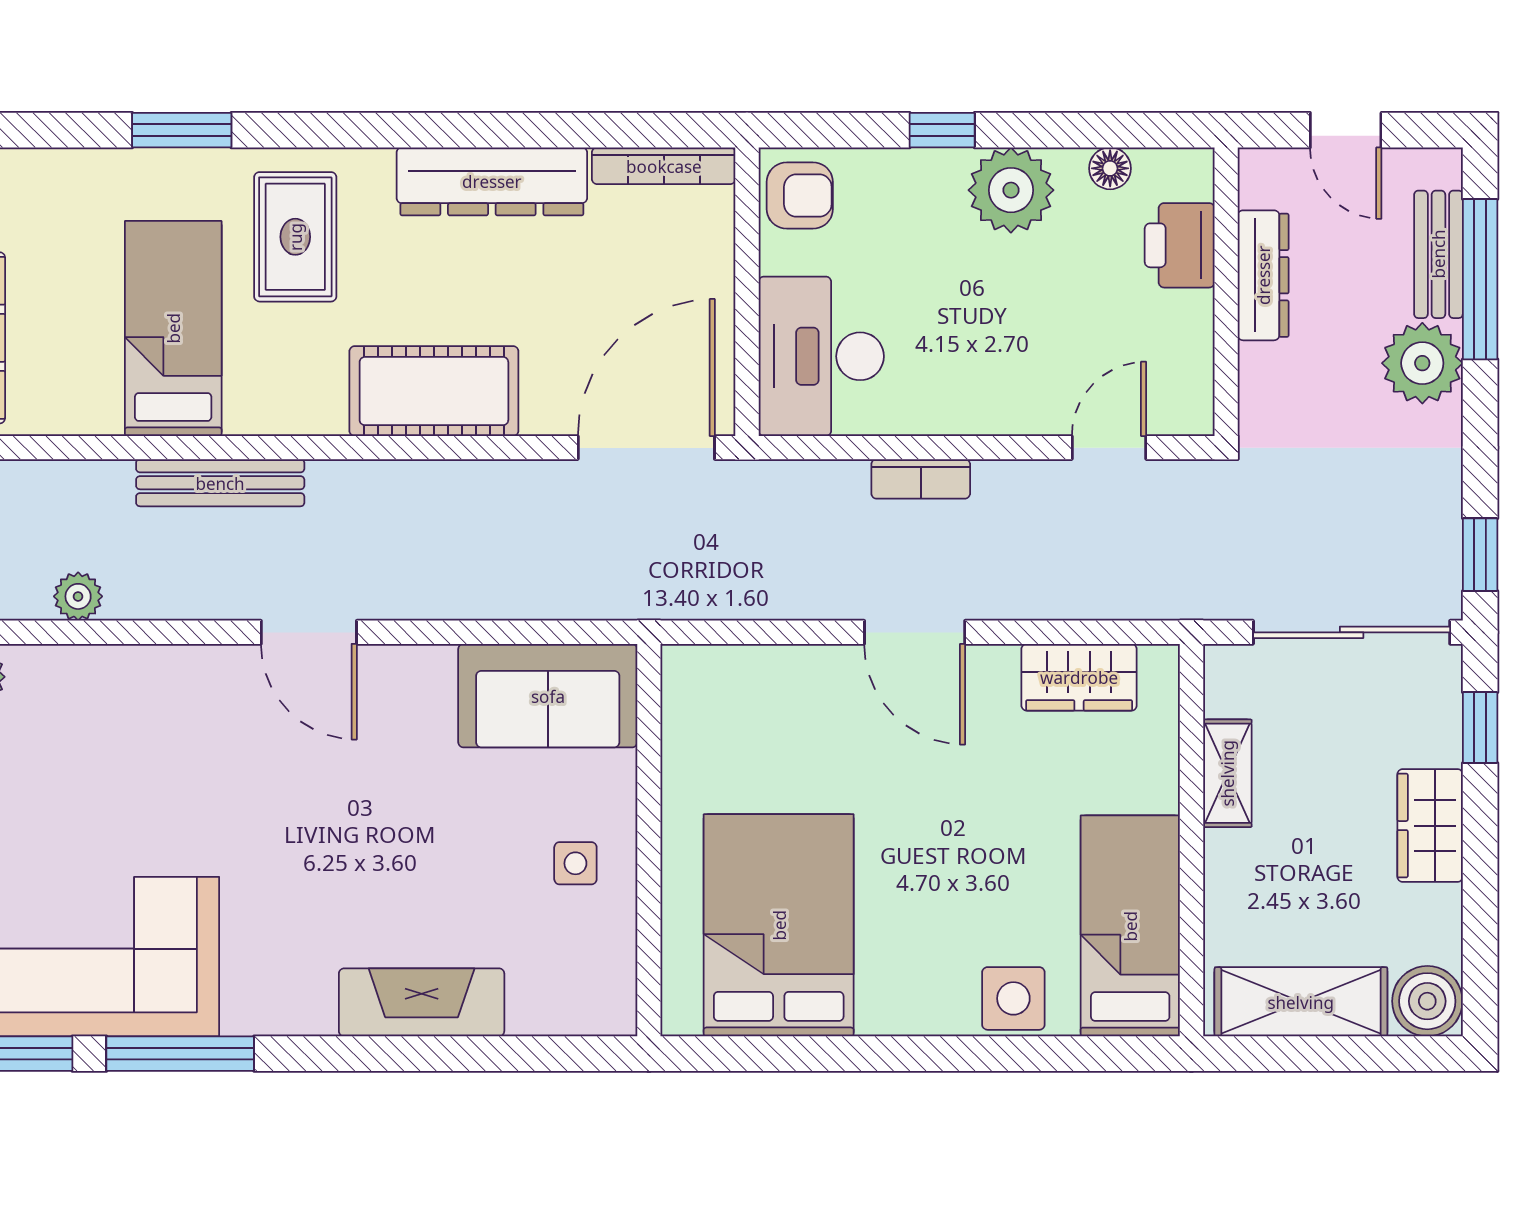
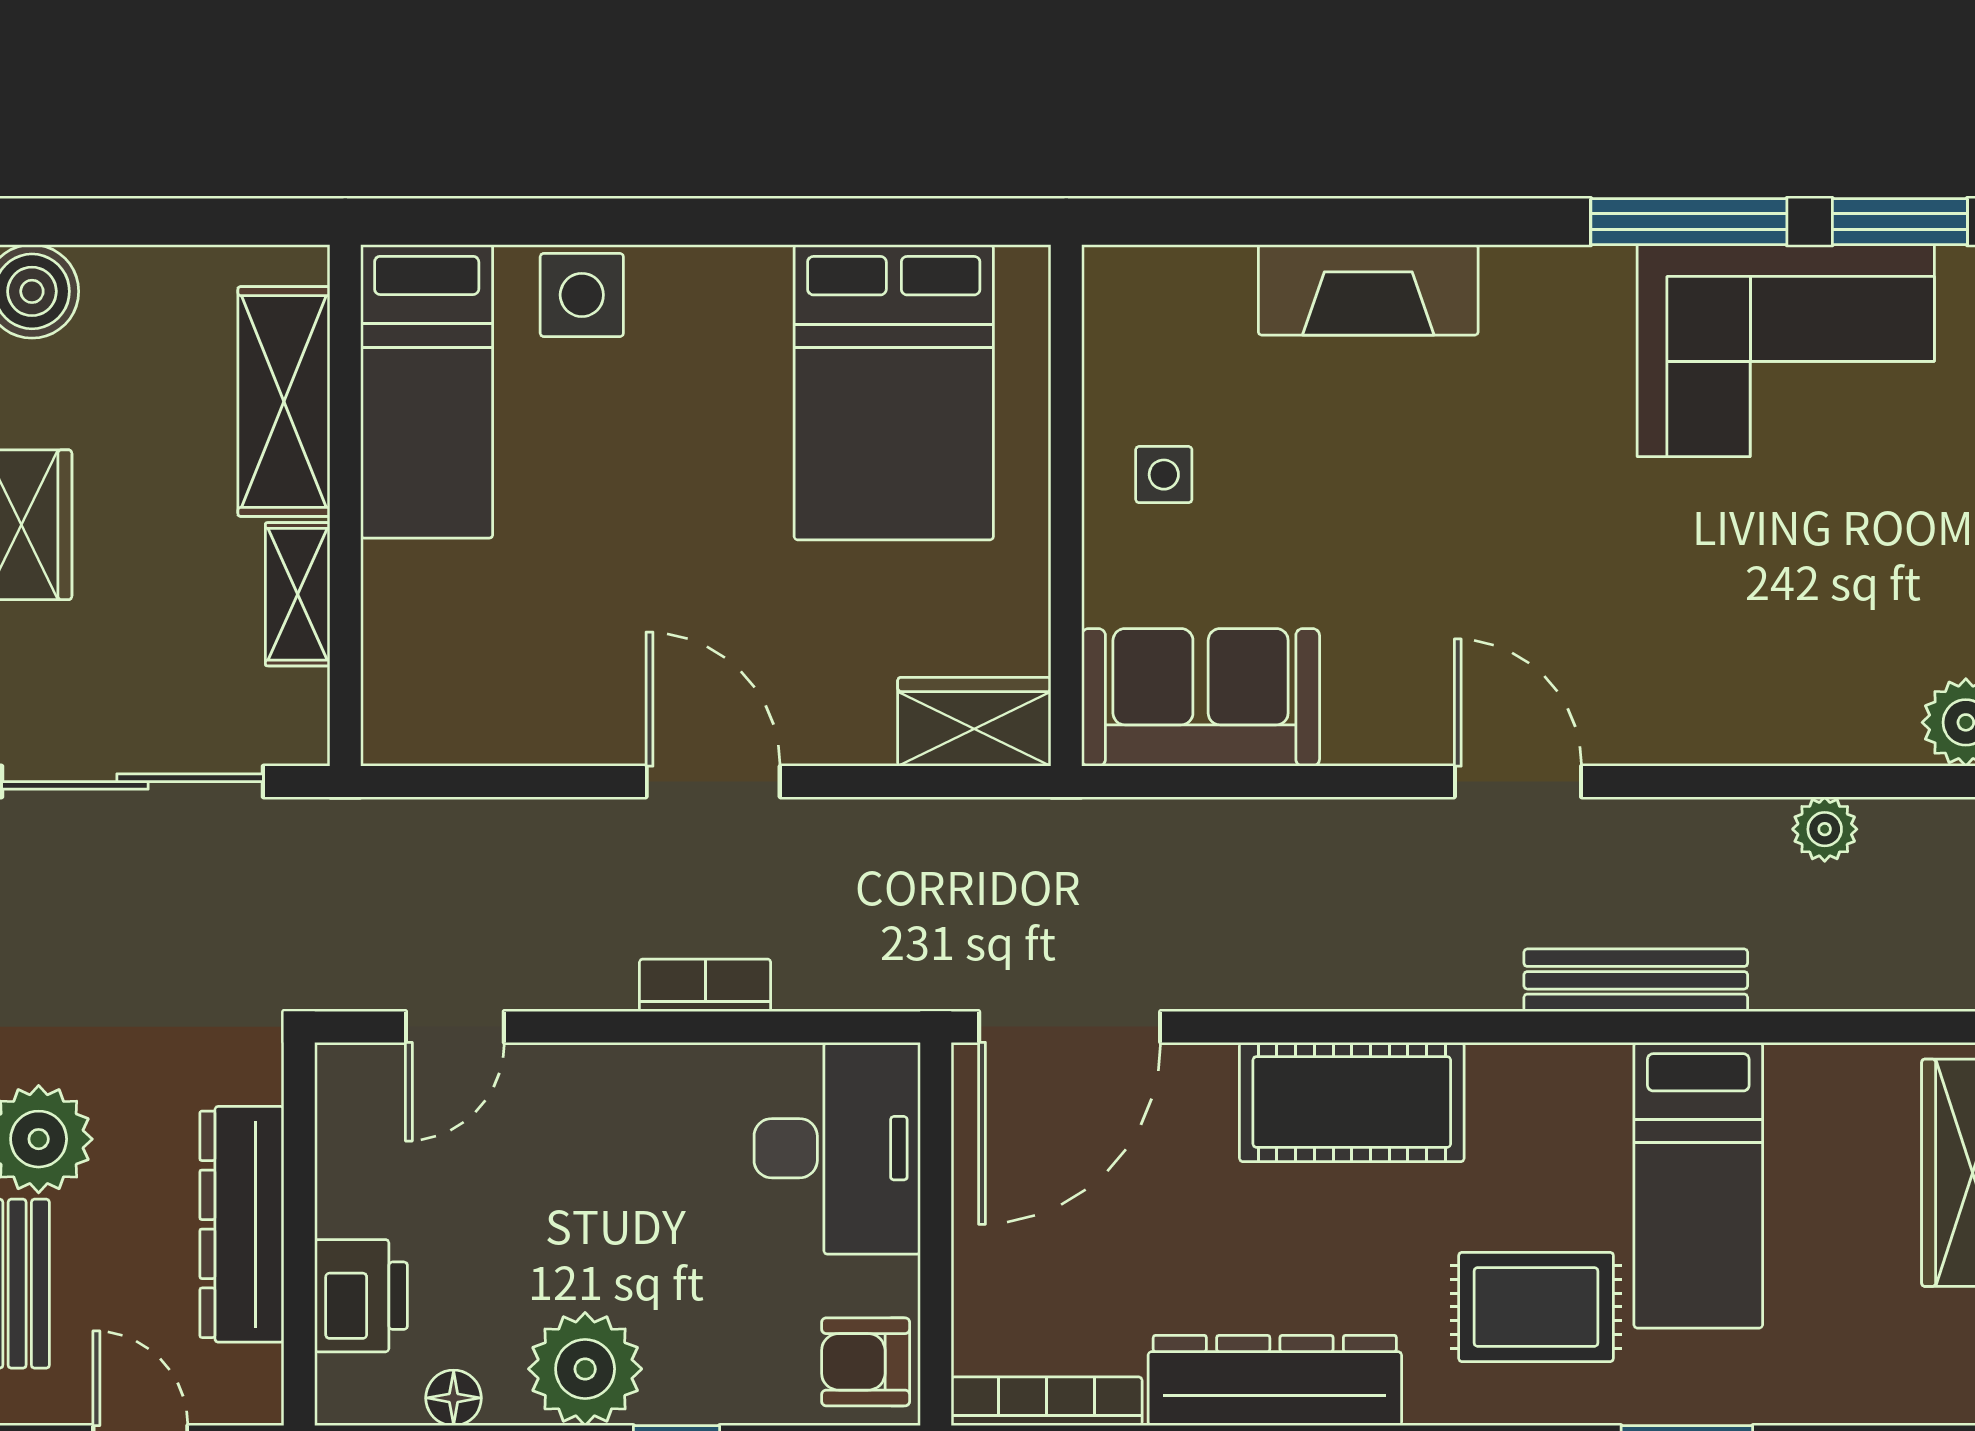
rug: (295, 237) -> (1536, 1307), turned 90
dresser: (1263, 275) -> (242, 1224), width x1.37, depth x1.24
wardrobe: (1079, 677) -> (974, 722), moved
shelving: (1301, 1002) -> (284, 401), moved, turned 90

